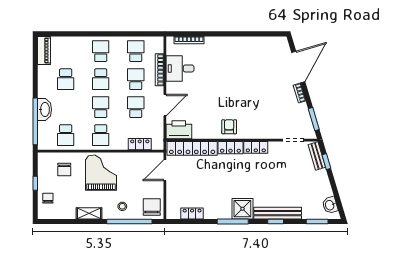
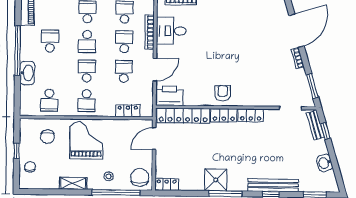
school desk: (66, 79) -> (50, 41), turned 180
window: (35, 121) -> (18, 50), moved
washbasin: (330, 205) -> (325, 163), moved
shower: (242, 209) -> (216, 180), moved
locker: (192, 213) -> (167, 184), moved

